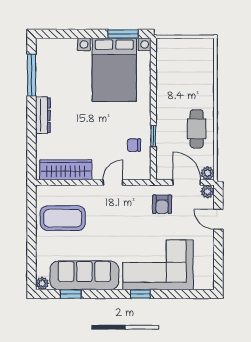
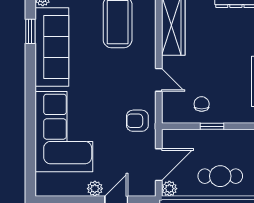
plant: (207, 192) -> (95, 189), moved
armchair: (162, 204) -> (137, 121), moved
window: (140, 294) -> (30, 111), removed

